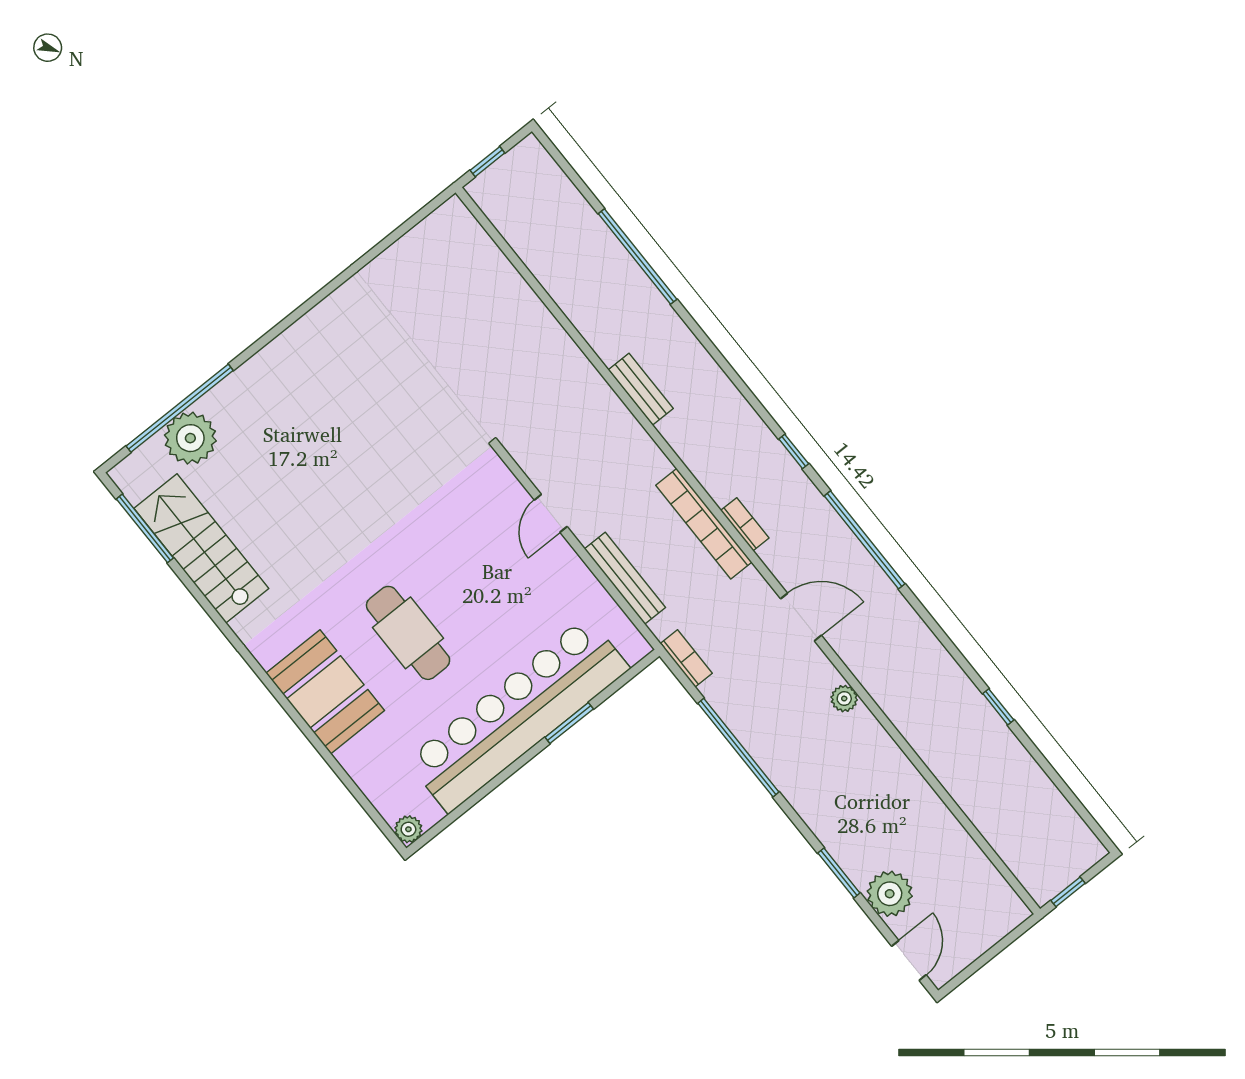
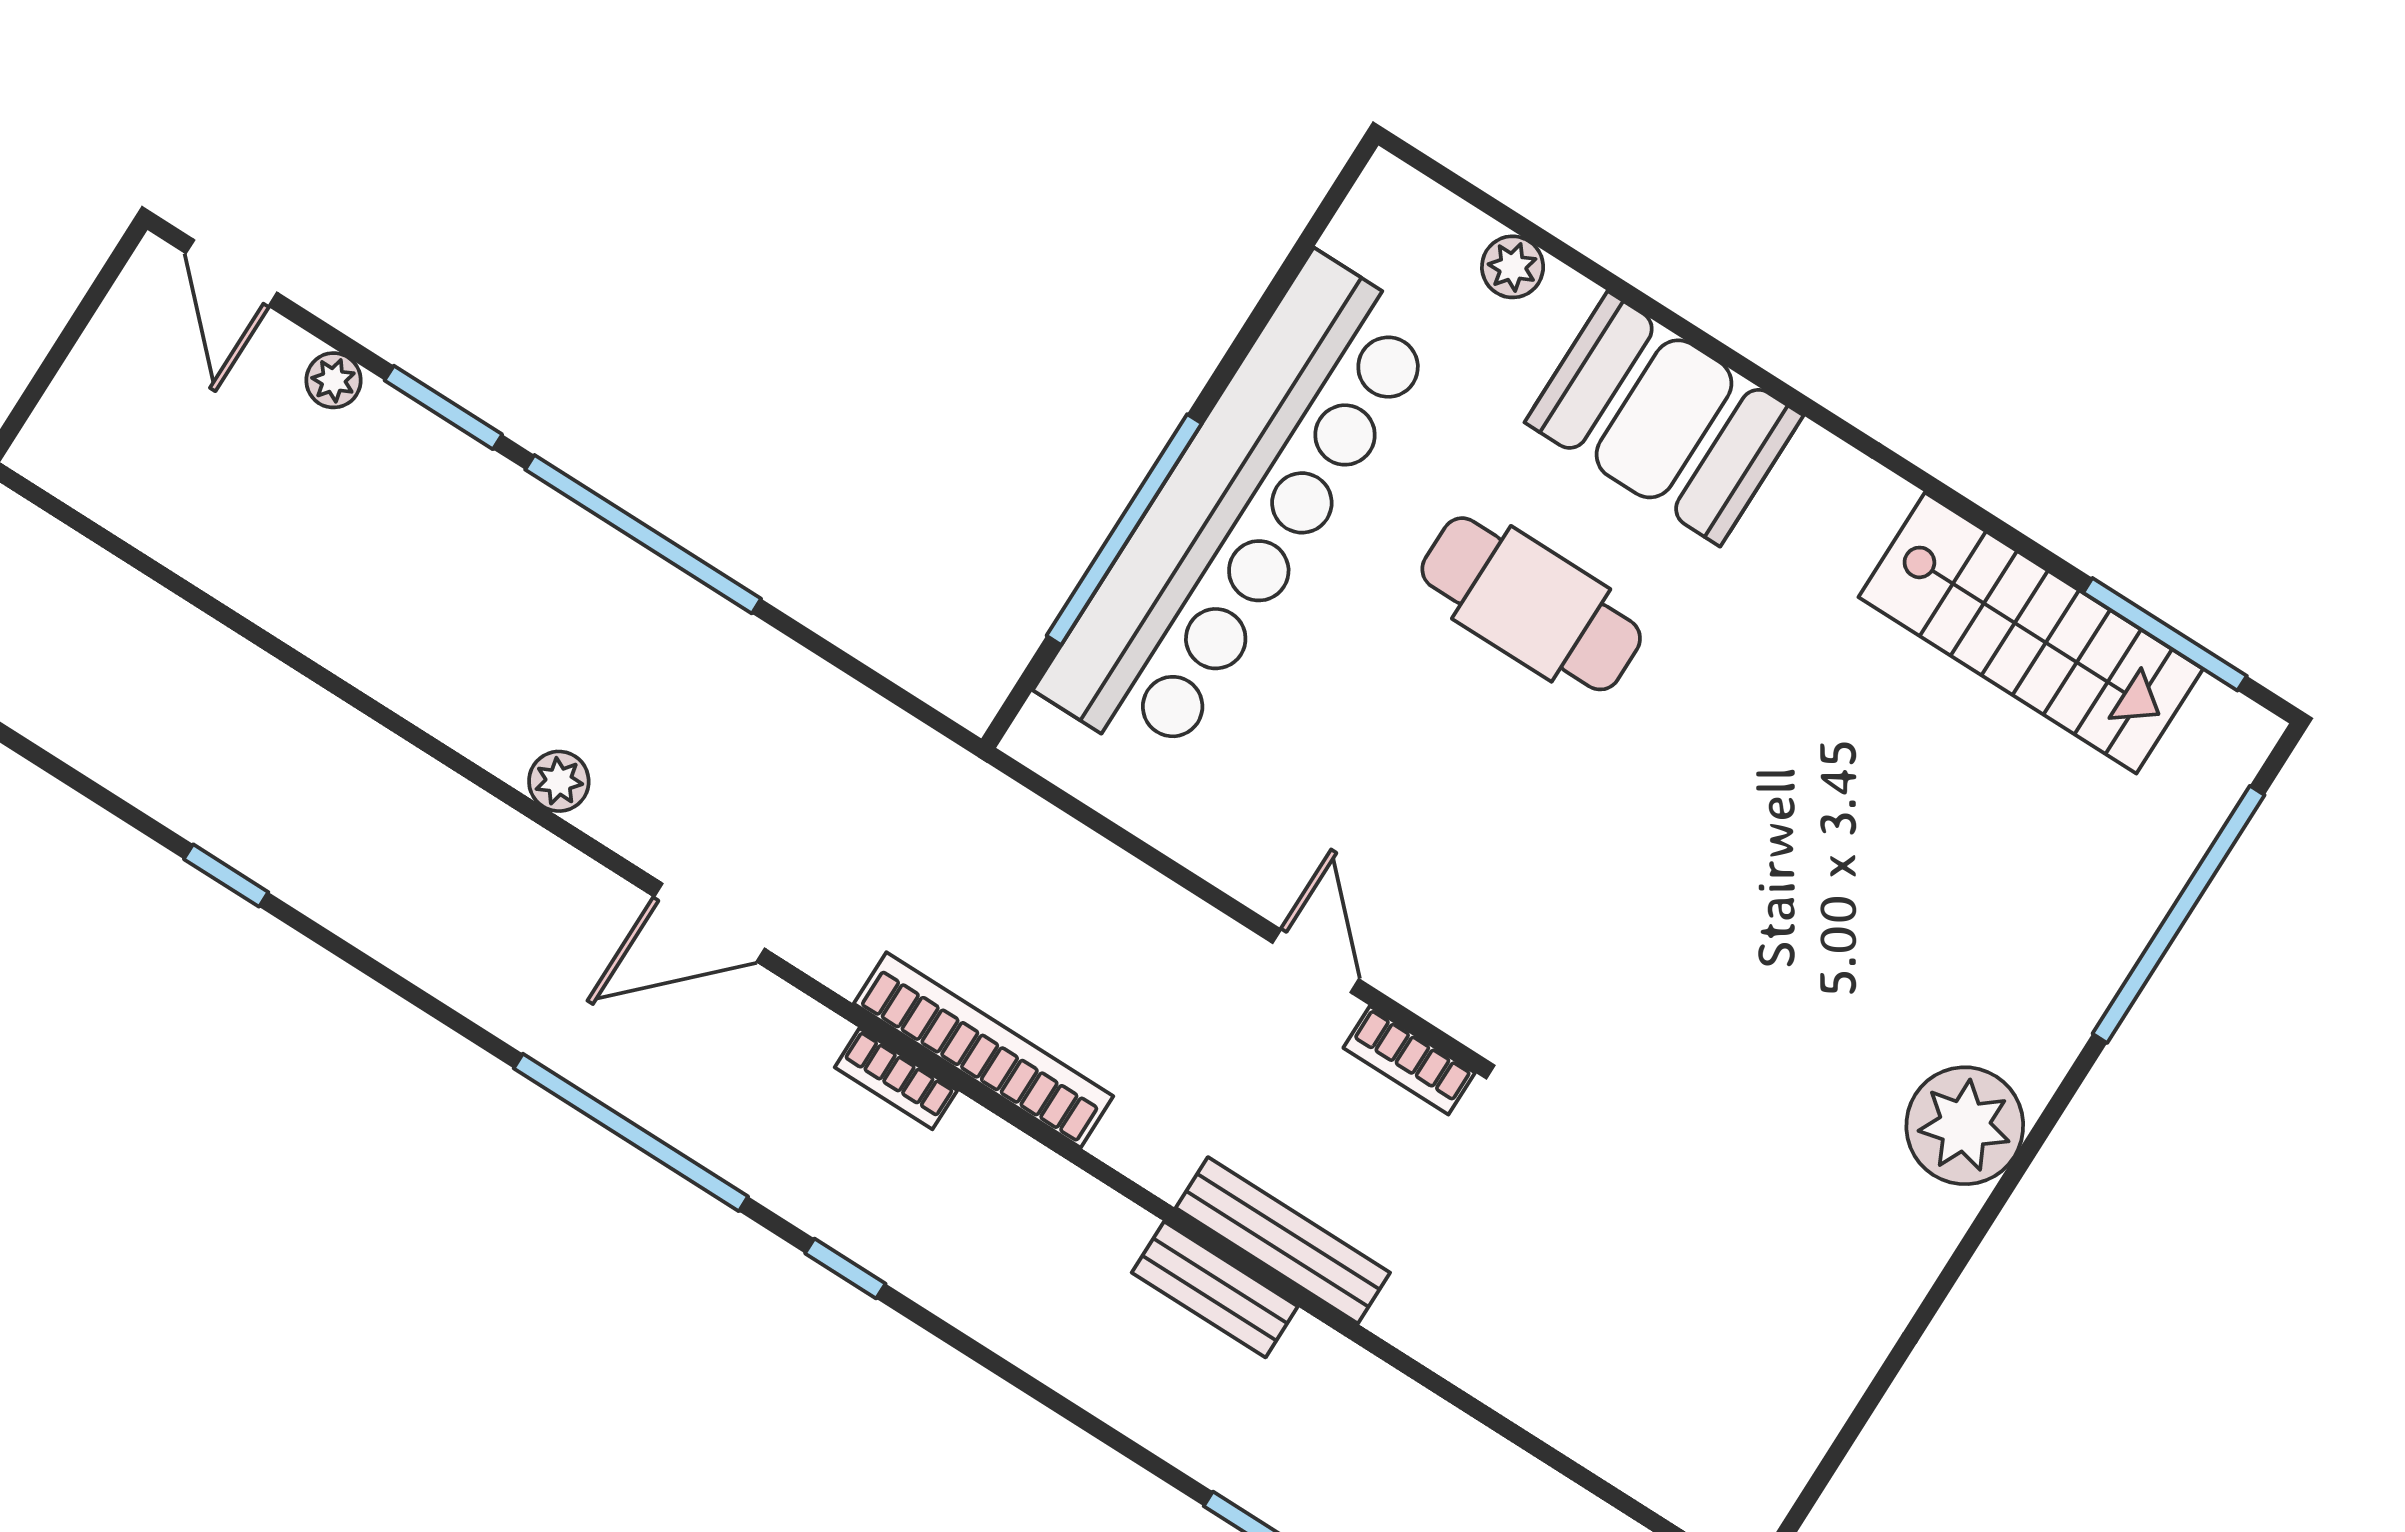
plant: (190, 438) -> (1965, 1126), moved
bench: (625, 578) -> (1283, 1240), moved
bookcase: (686, 658) -> (1409, 1060), moved
window: (569, 723) -> (1124, 530), width x2.11
window: (738, 748) -> (643, 534), moved
plant: (408, 829) -> (1513, 267), moved
plant: (890, 894) -> (333, 380), width x0.53, depth x0.53

